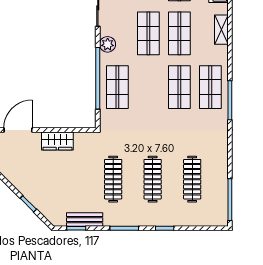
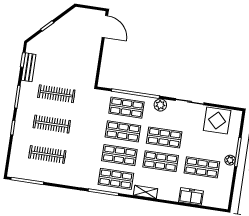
shelving: (221, 30) -> (146, 192), moved
shop shelf: (148, 87) -> (123, 131), added
wardrobe: (57, 141) -> (92, 55), removed

